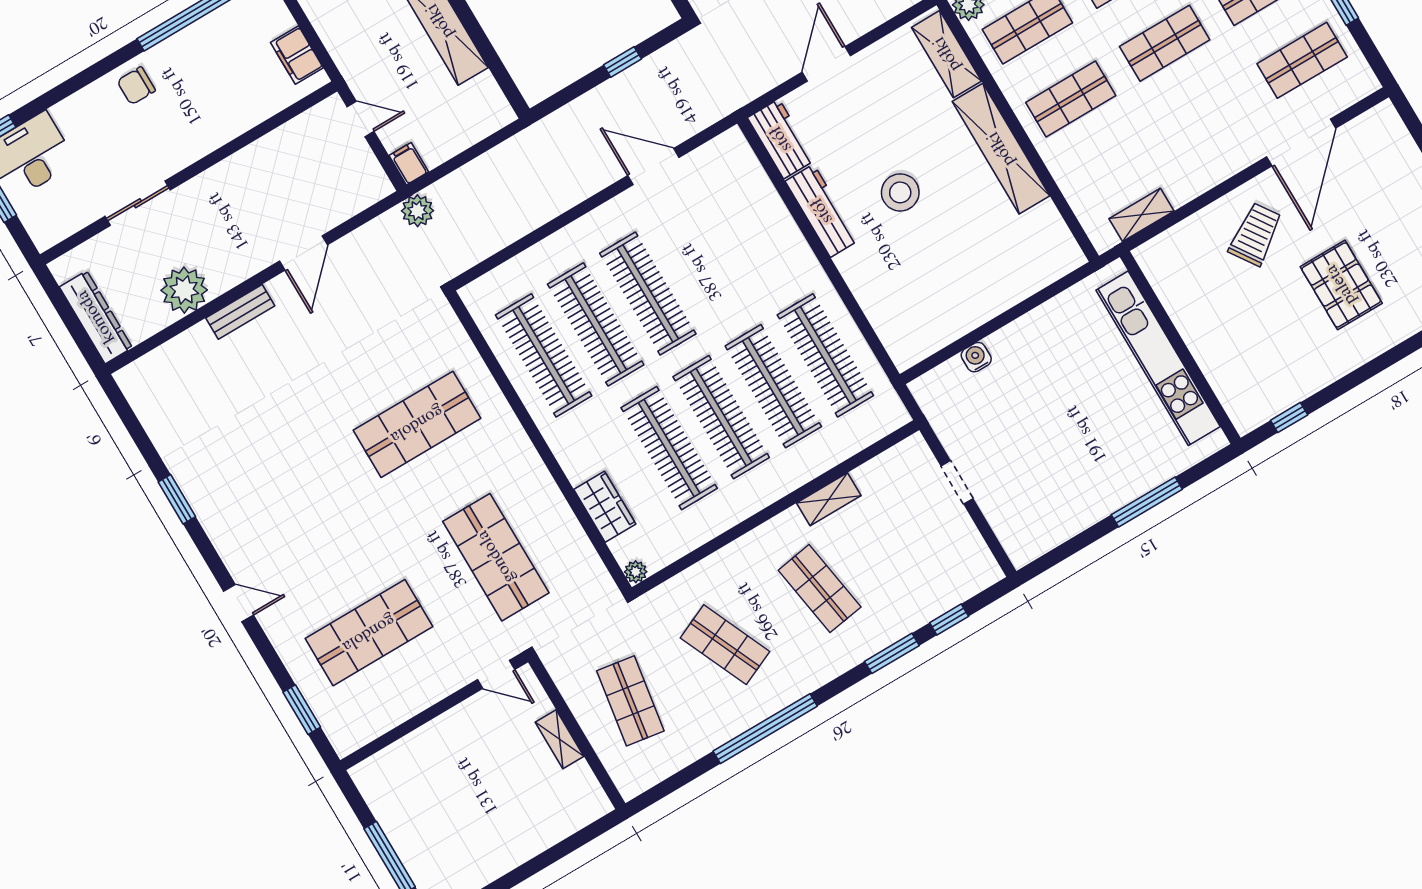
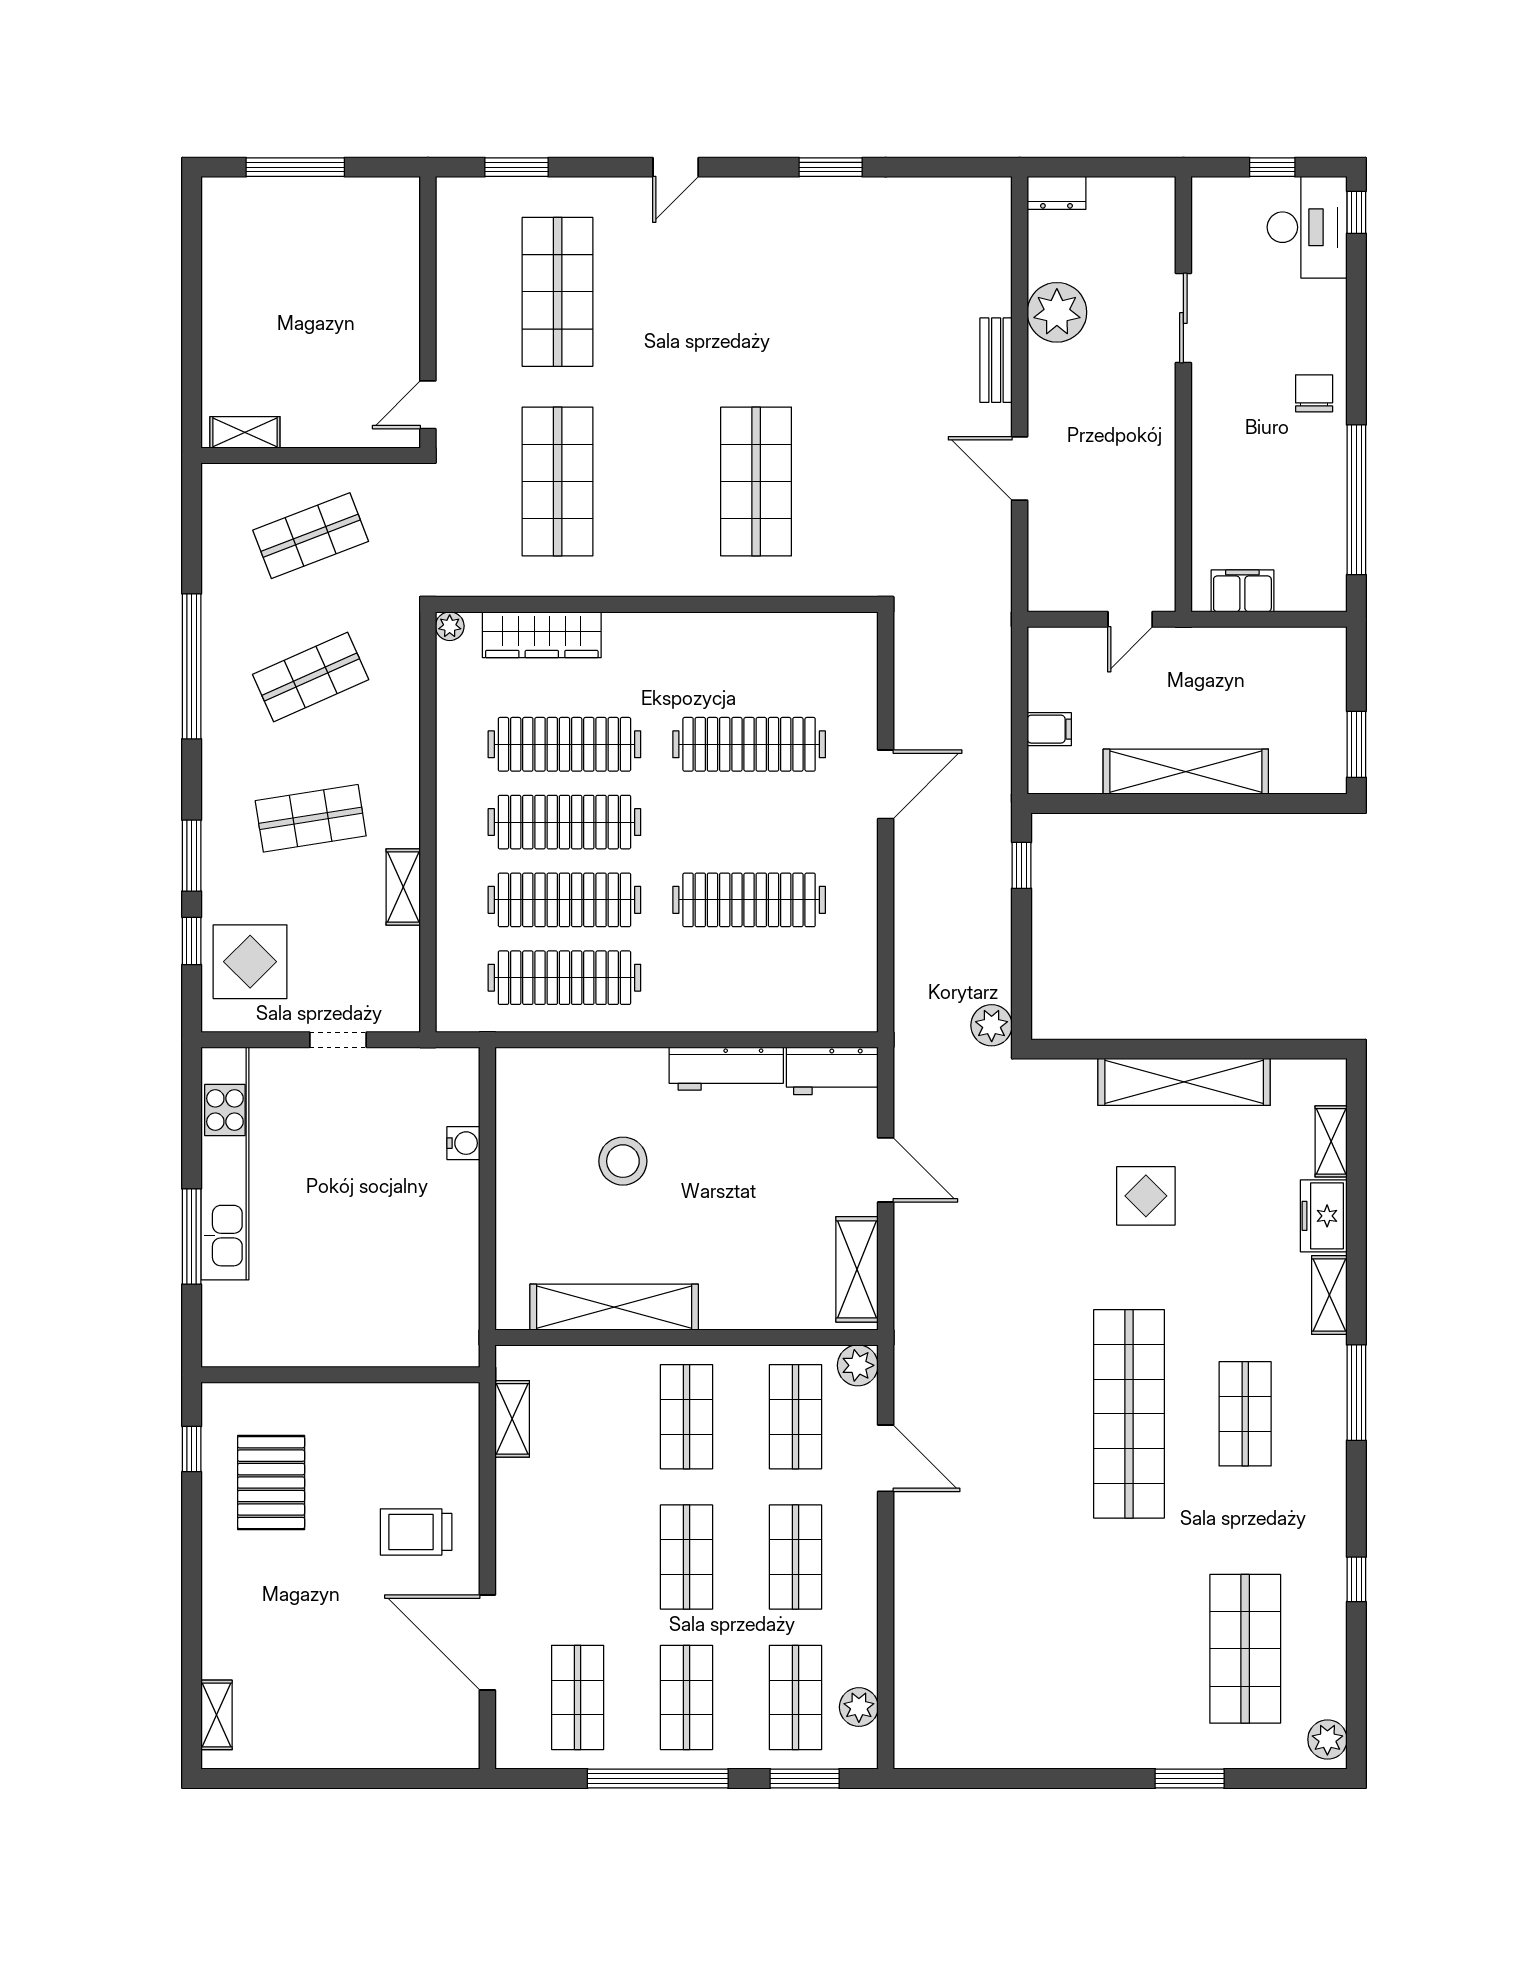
shelving: (947, 54) -> (857, 1269), moved, turned 90
window: (622, 62) -> (1021, 865), moved
shelving: (1001, 149) -> (614, 1307), moved
filing cabinet: (409, 164) -> (1049, 729), moved
door: (653, 167) -> (886, 784), moved
stool: (900, 192) -> (623, 1161), moved
plant: (418, 211) -> (992, 1025), moved
trolley: (1255, 234) -> (416, 1532), turned 124
pallet: (1341, 285) -> (271, 1483), moved, turned 90
clothes rail: (648, 294) -> (749, 900), moved
dresser: (96, 317) -> (1056, 193), width x0.51, depth x0.80
clothes rail: (544, 355) -> (749, 666), removed
kitchen unit: (1158, 358) -> (225, 1164), moved, turned 90
wardrobe: (605, 507) -> (542, 635), width x1.50
shop shelf: (496, 557) -> (558, 481), turned 90
display table: (940, 572) -> (250, 962), added
shop shelf: (630, 701) -> (311, 536), turned -30
shelving: (560, 739) -> (245, 432), moved

